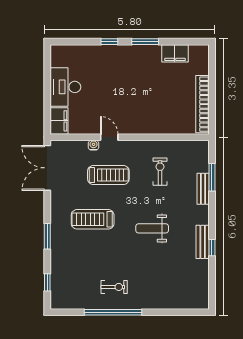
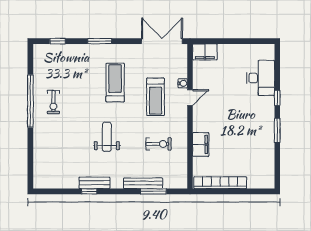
filing cabinet: (175, 53) -> (201, 144), moved, turned 180
desk: (65, 87) -> (261, 78), moved, turned 90
bench: (203, 189) -> (143, 183), width x1.36

